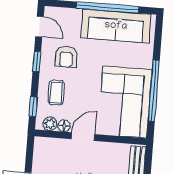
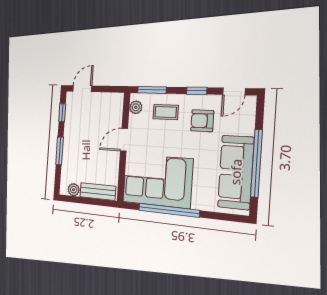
window: (33, 107) -> (152, 90), width x1.50
floor lamp: (64, 126) -> (134, 121), removed
door: (83, 137) -> (124, 140), swing flipped

